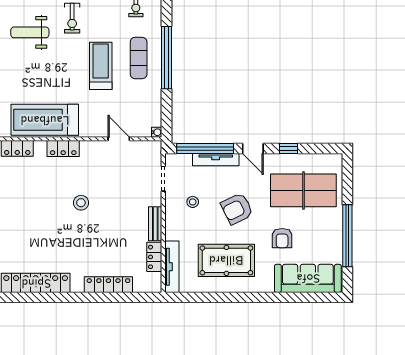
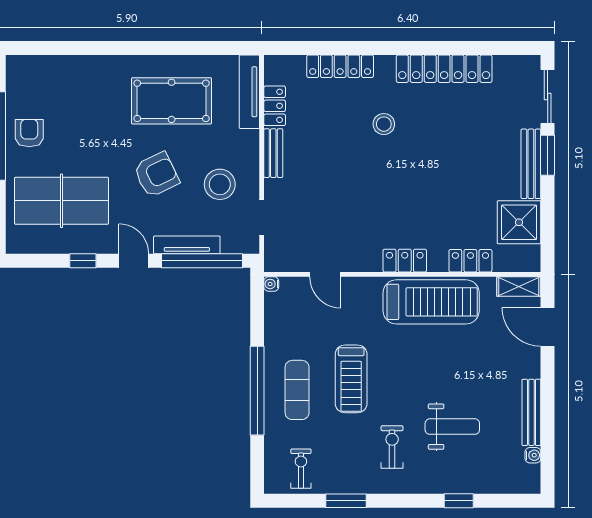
stool: (193, 202) -> (220, 184), width x1.89, depth x1.89
stool: (81, 203) -> (384, 124), moved
armchair: (282, 238) -> (29, 133), moved
sofa: (308, 278) -> (55, 75), removed

